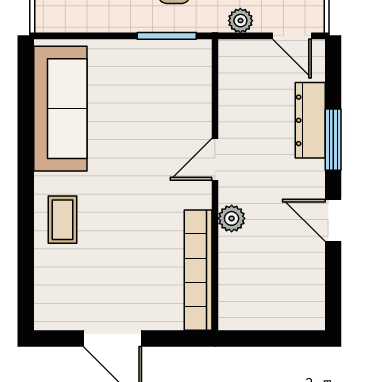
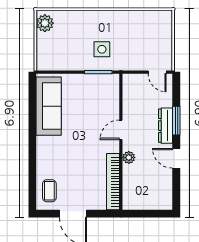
plant: (240, 21) -> (133, 65), removed
dresser: (310, 120) -> (166, 126), moved
coffee table: (63, 220) -> (49, 191), moved

